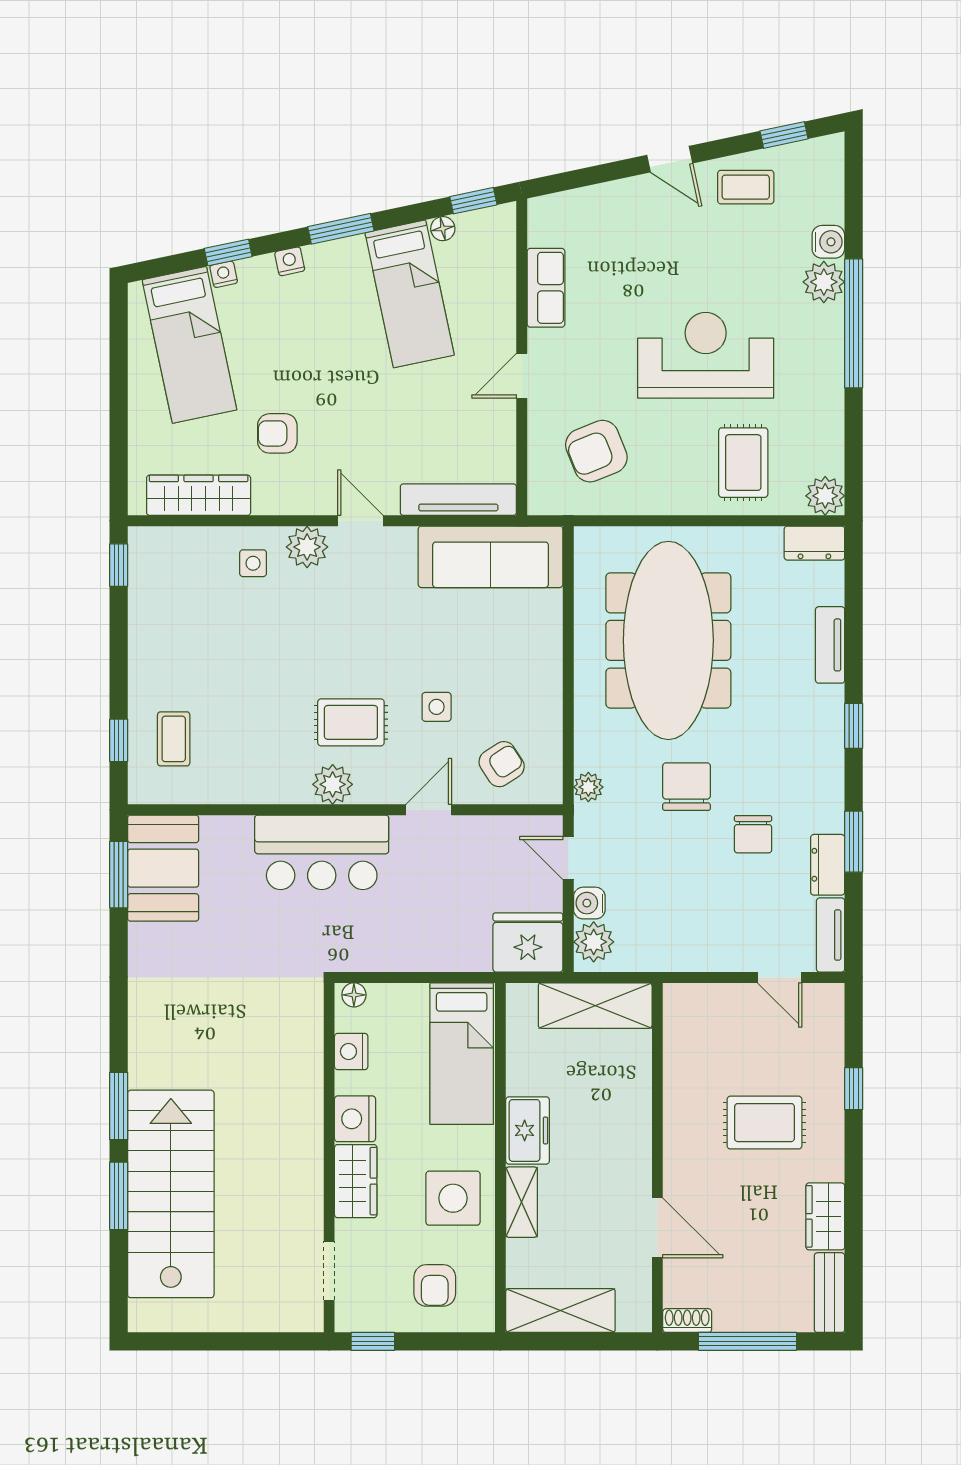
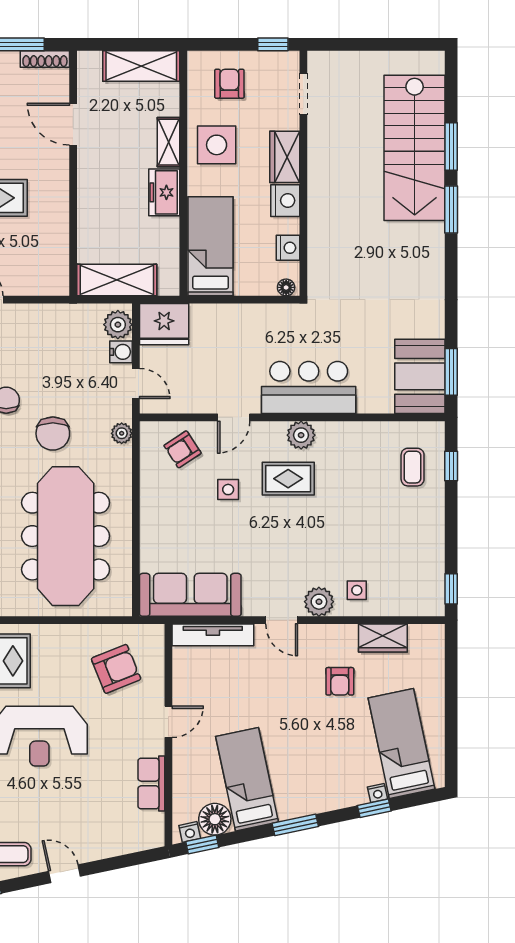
floor lamp: (443, 229) -> (215, 819), width x1.89, depth x1.89
nightstand: (290, 261) -> (190, 832), moved
armchair: (277, 433) -> (340, 681), turned 90
wardrobe: (199, 495) -> (383, 638), width x0.67
shoe rack: (687, 1321) -> (45, 59), width x1.43

